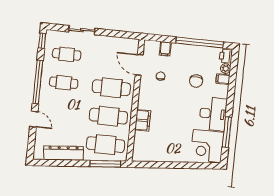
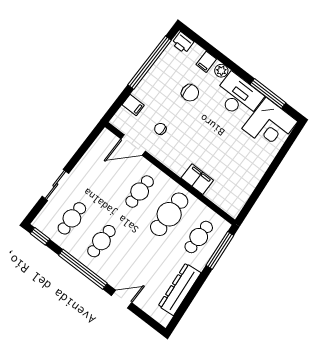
plant: (226, 69) -> (221, 71), moved
cafe table: (111, 88) -> (140, 192), width x0.73, depth x0.74
cafe table: (105, 145) -> (199, 237), width x0.73, depth x0.74

